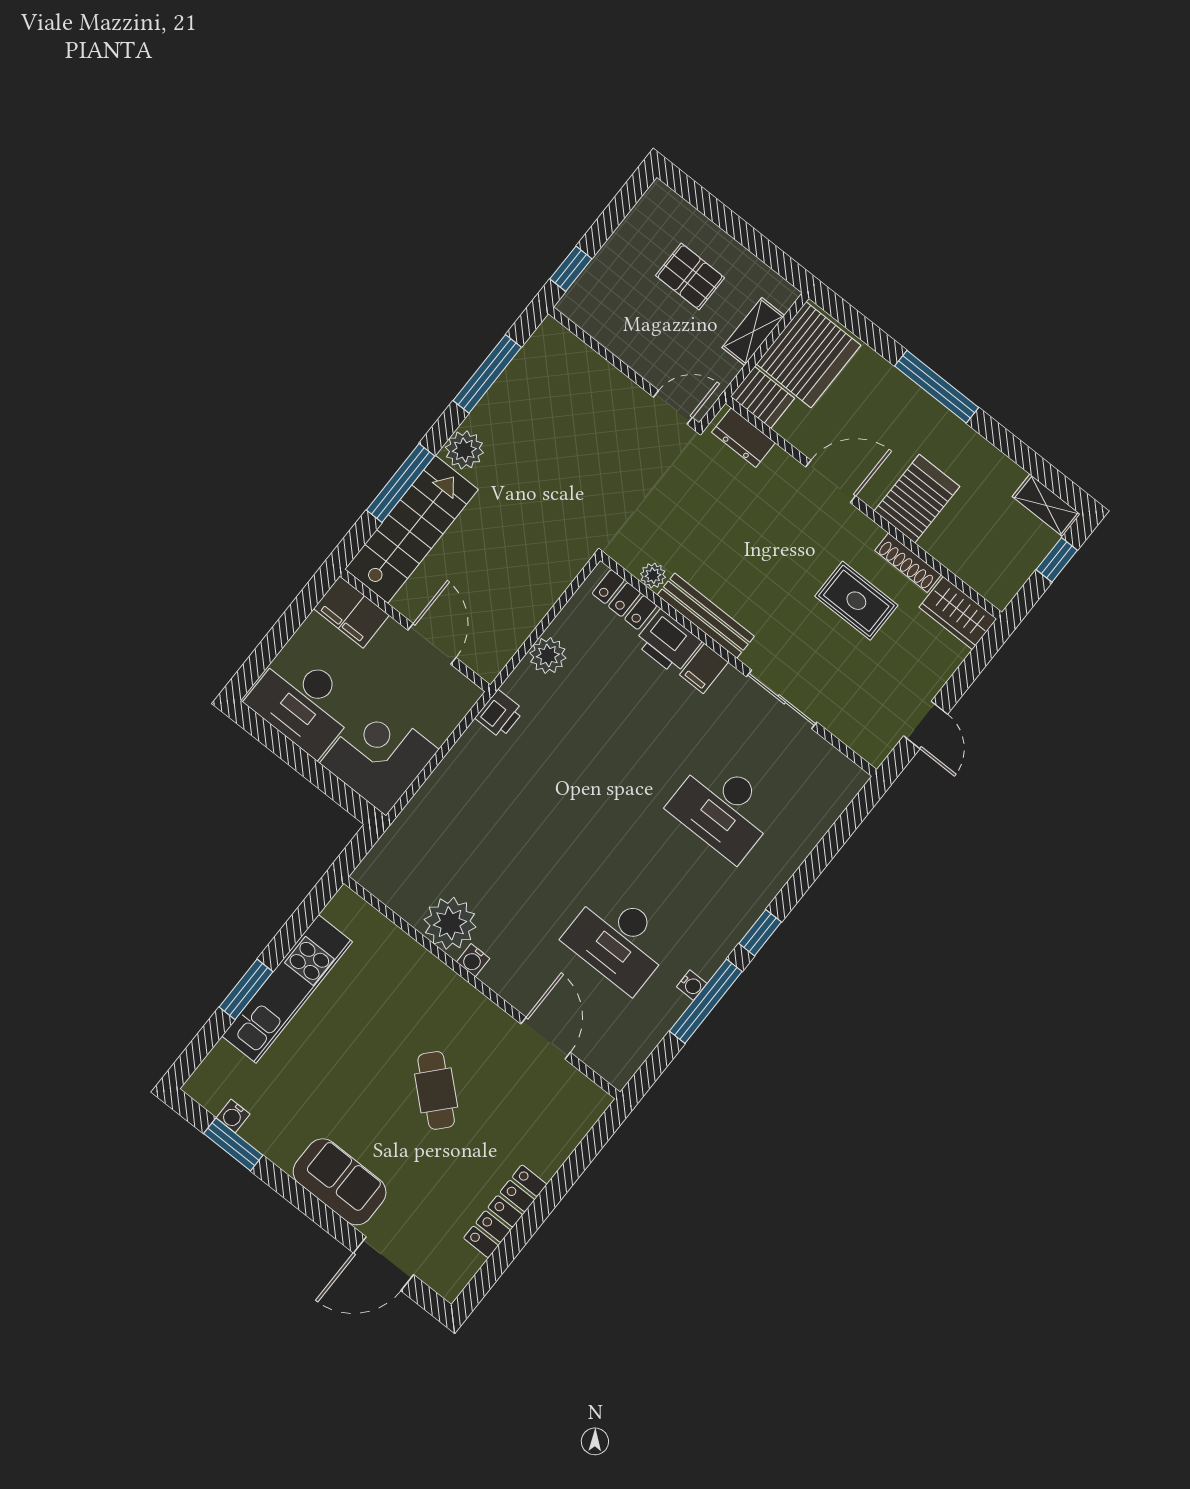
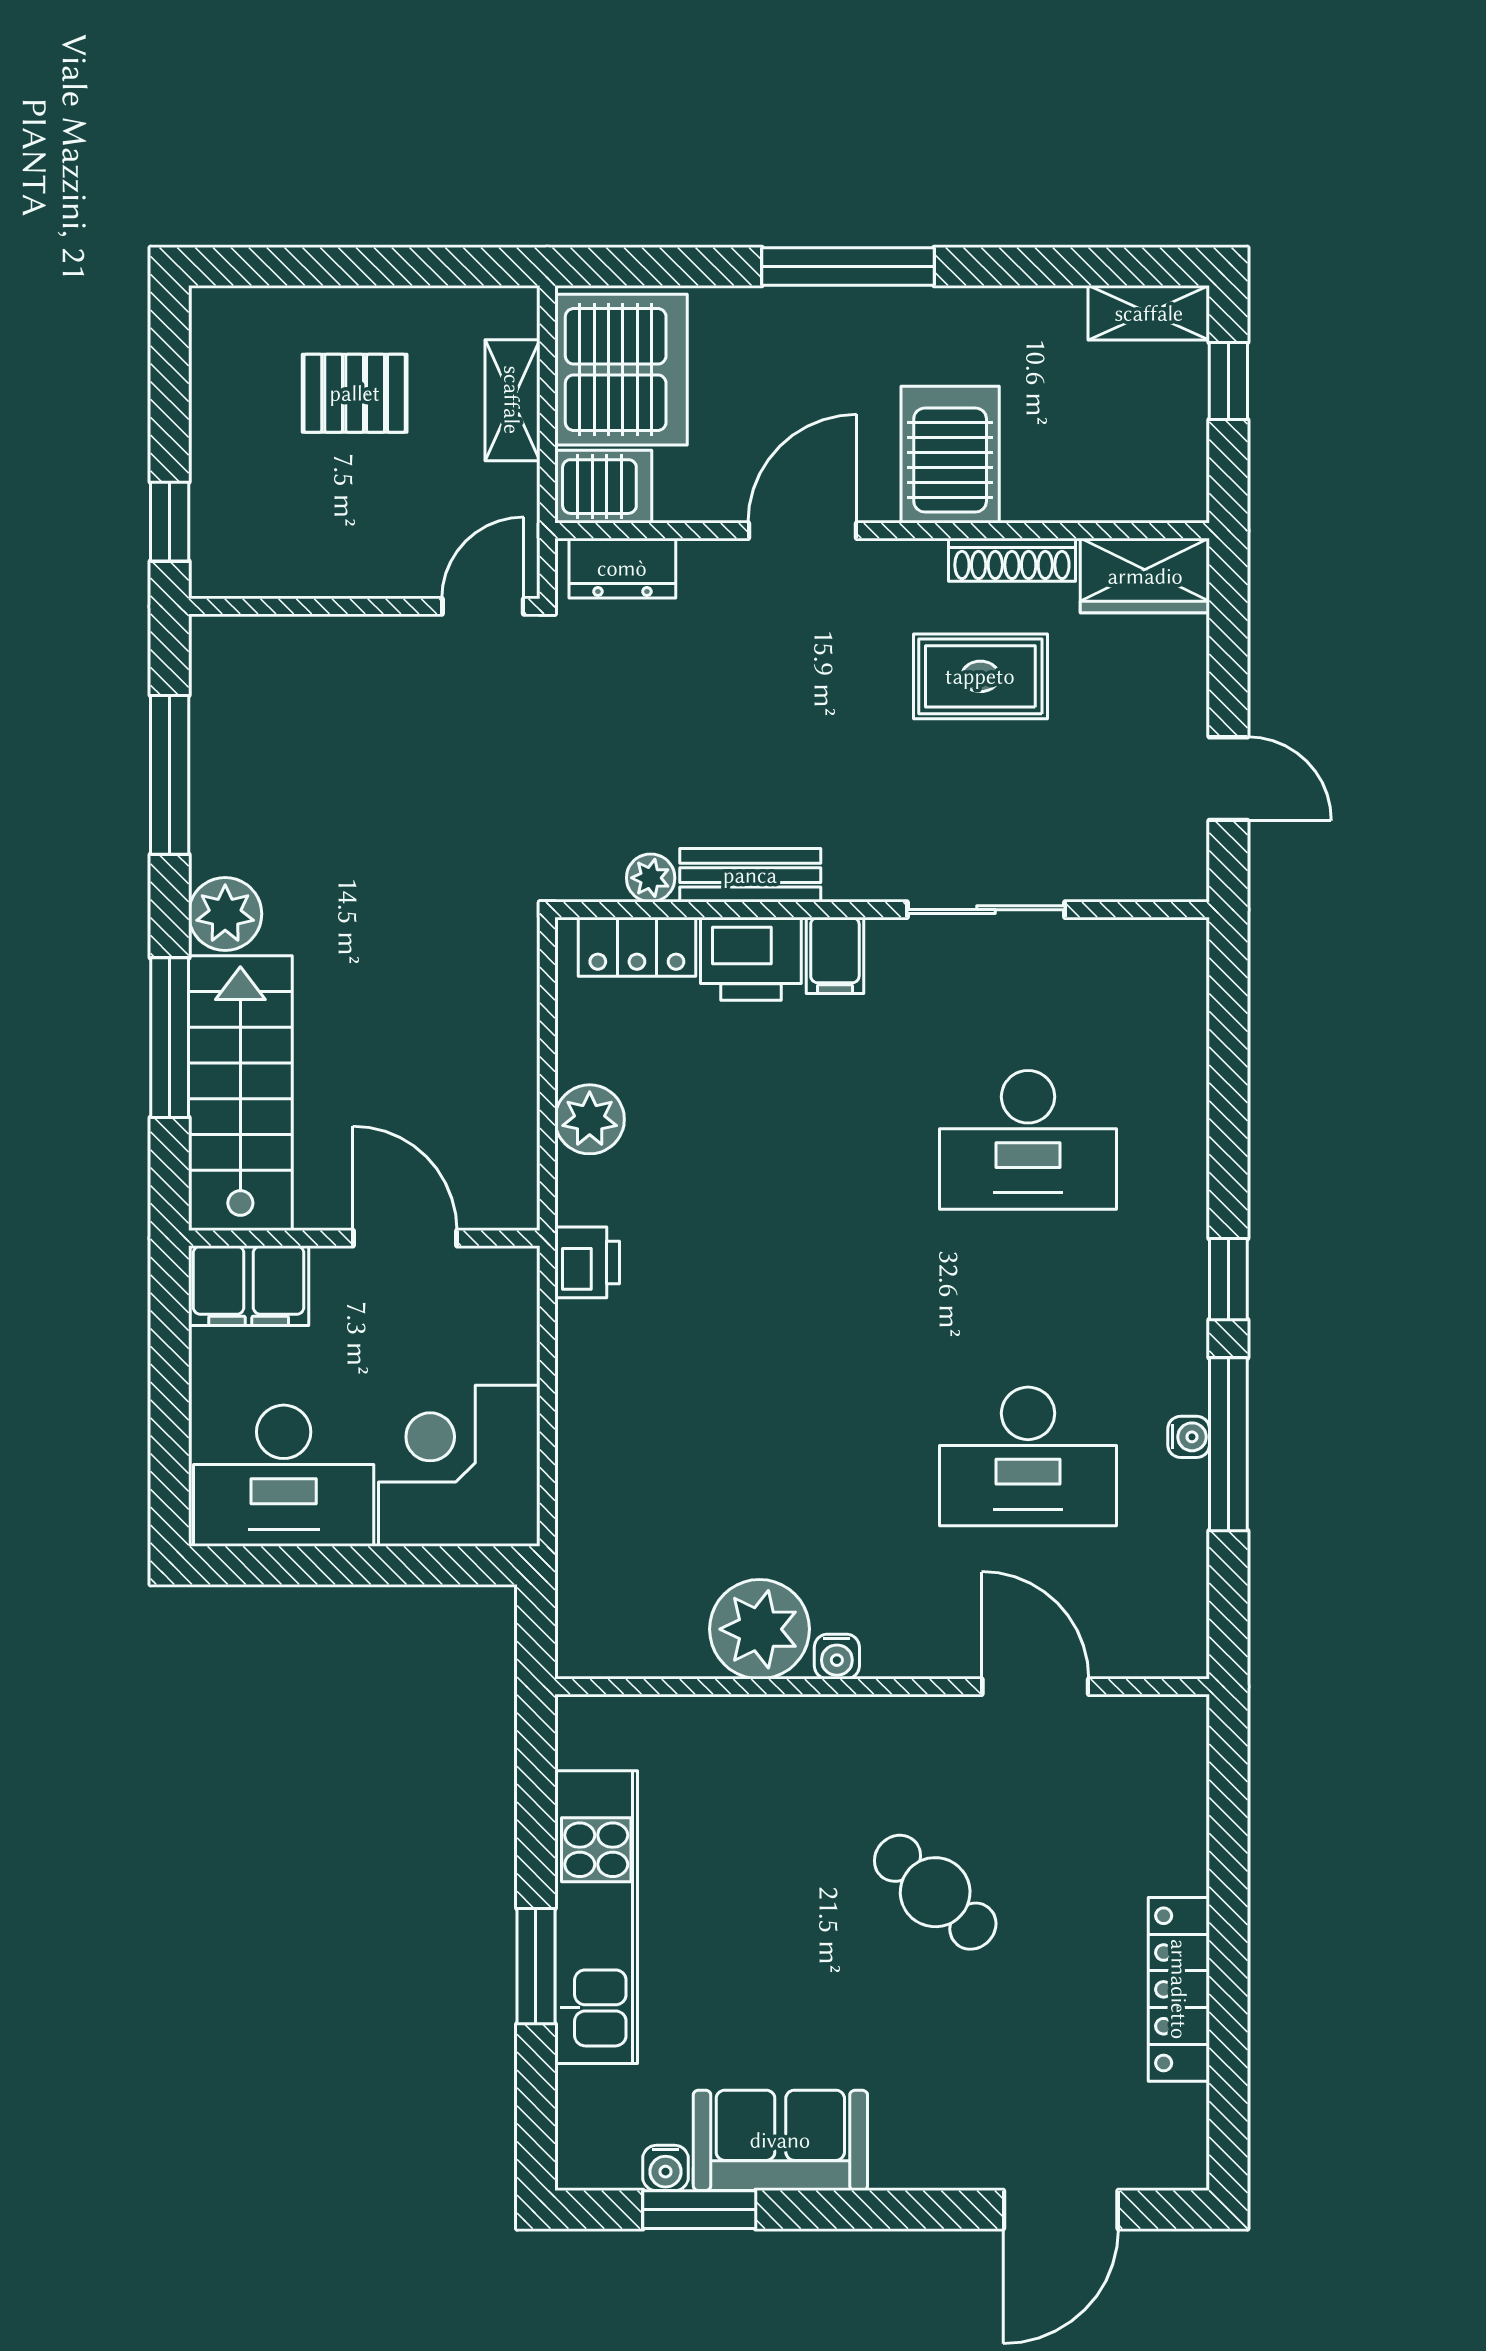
bench: (706, 616) -> (750, 875), width x0.73
sofa: (340, 1182) -> (780, 2140), moved

